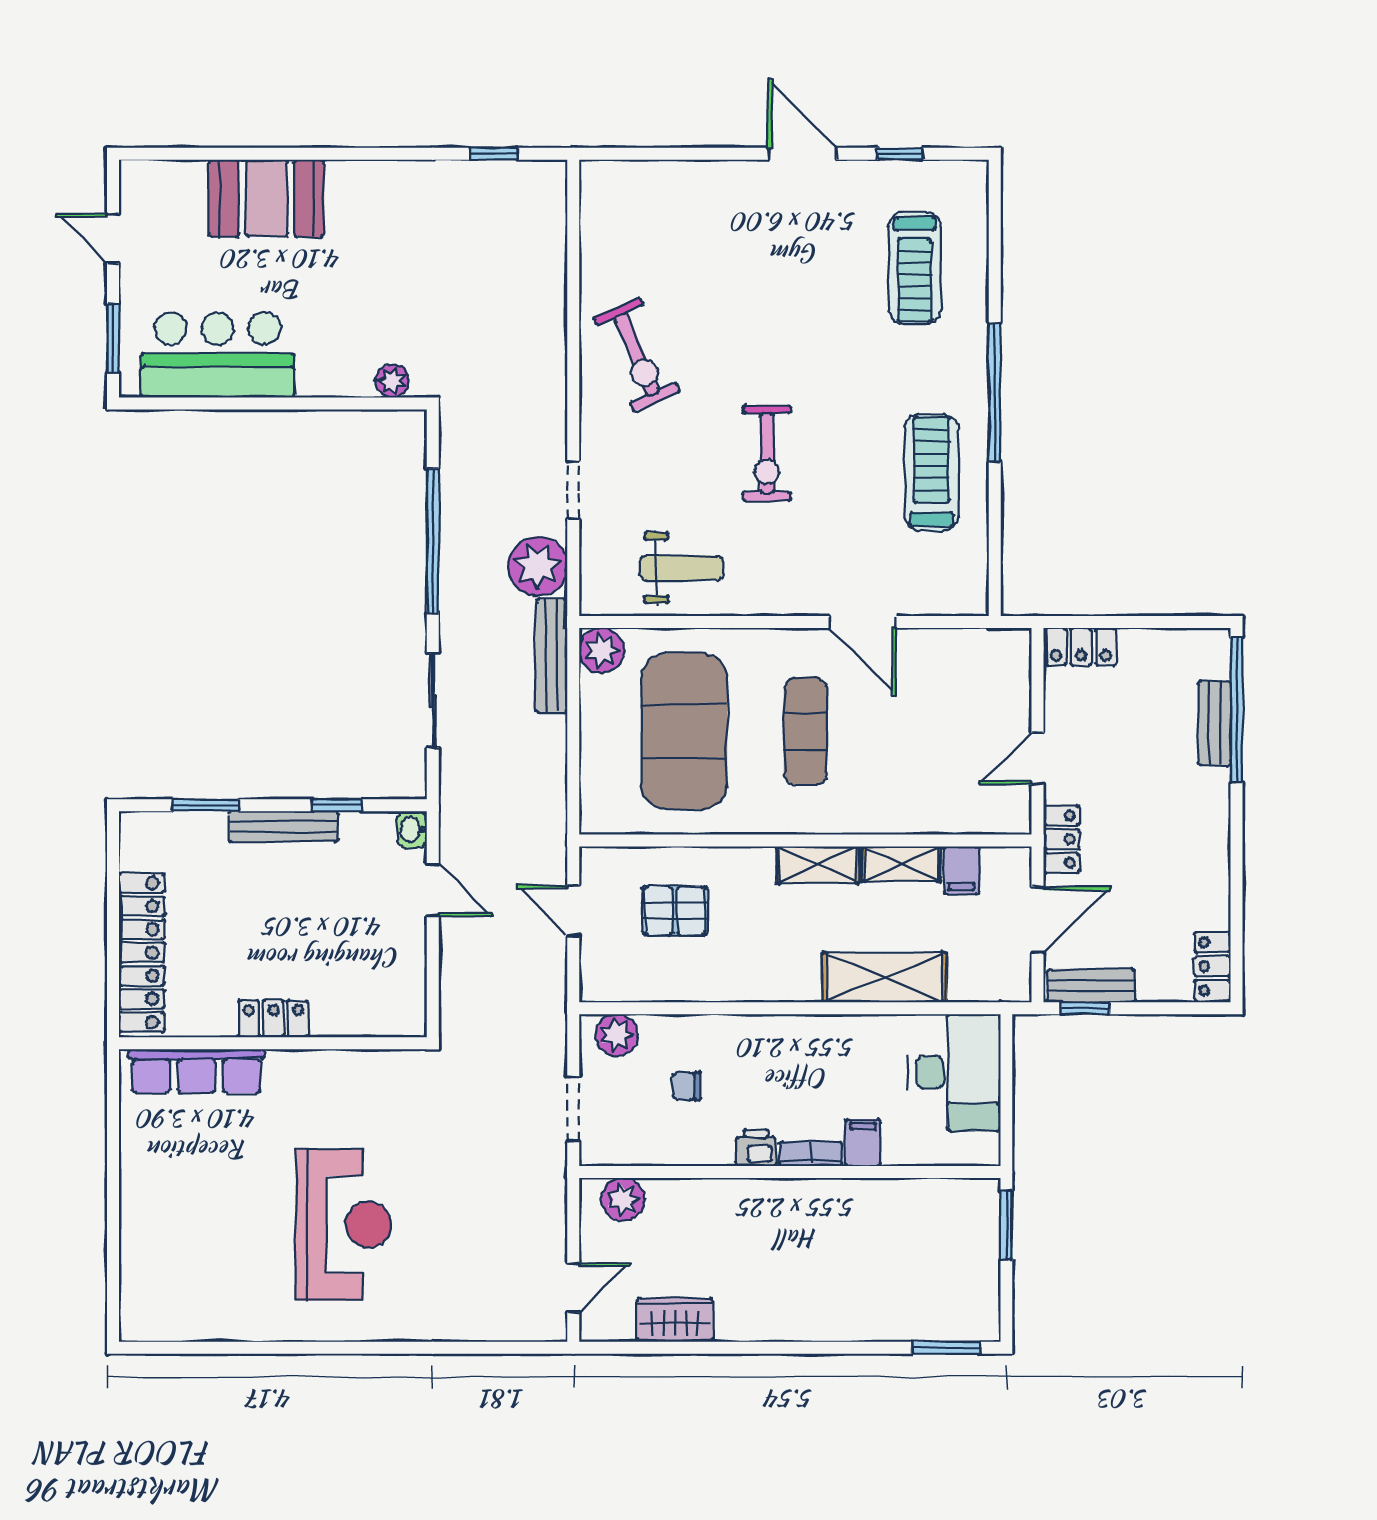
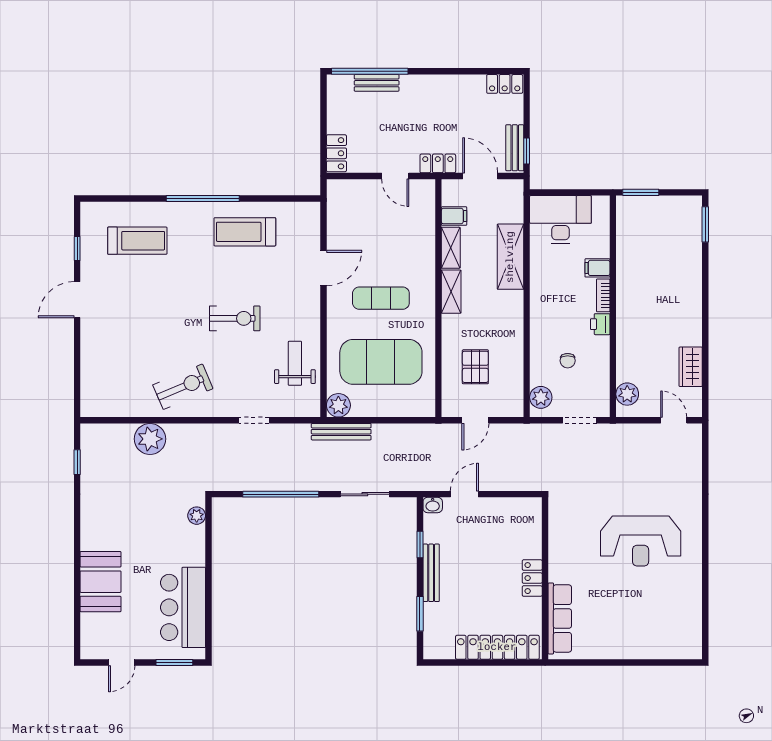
plant: (538, 566) -> (150, 439), moved
reception desk: (344, 1225) -> (641, 541), turned 180

